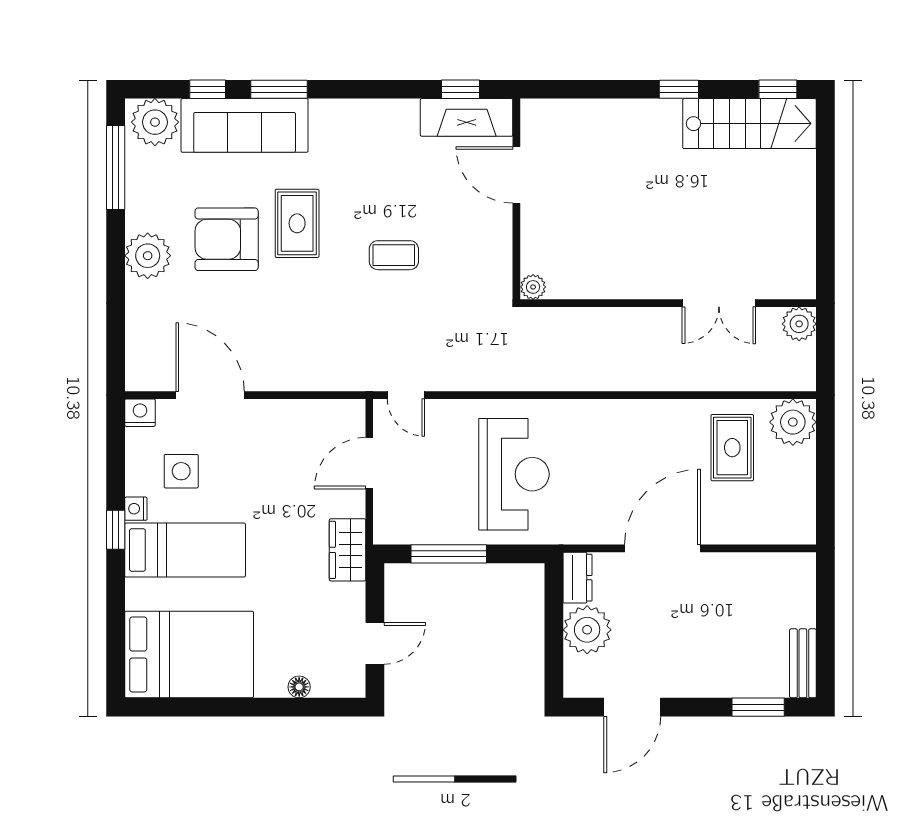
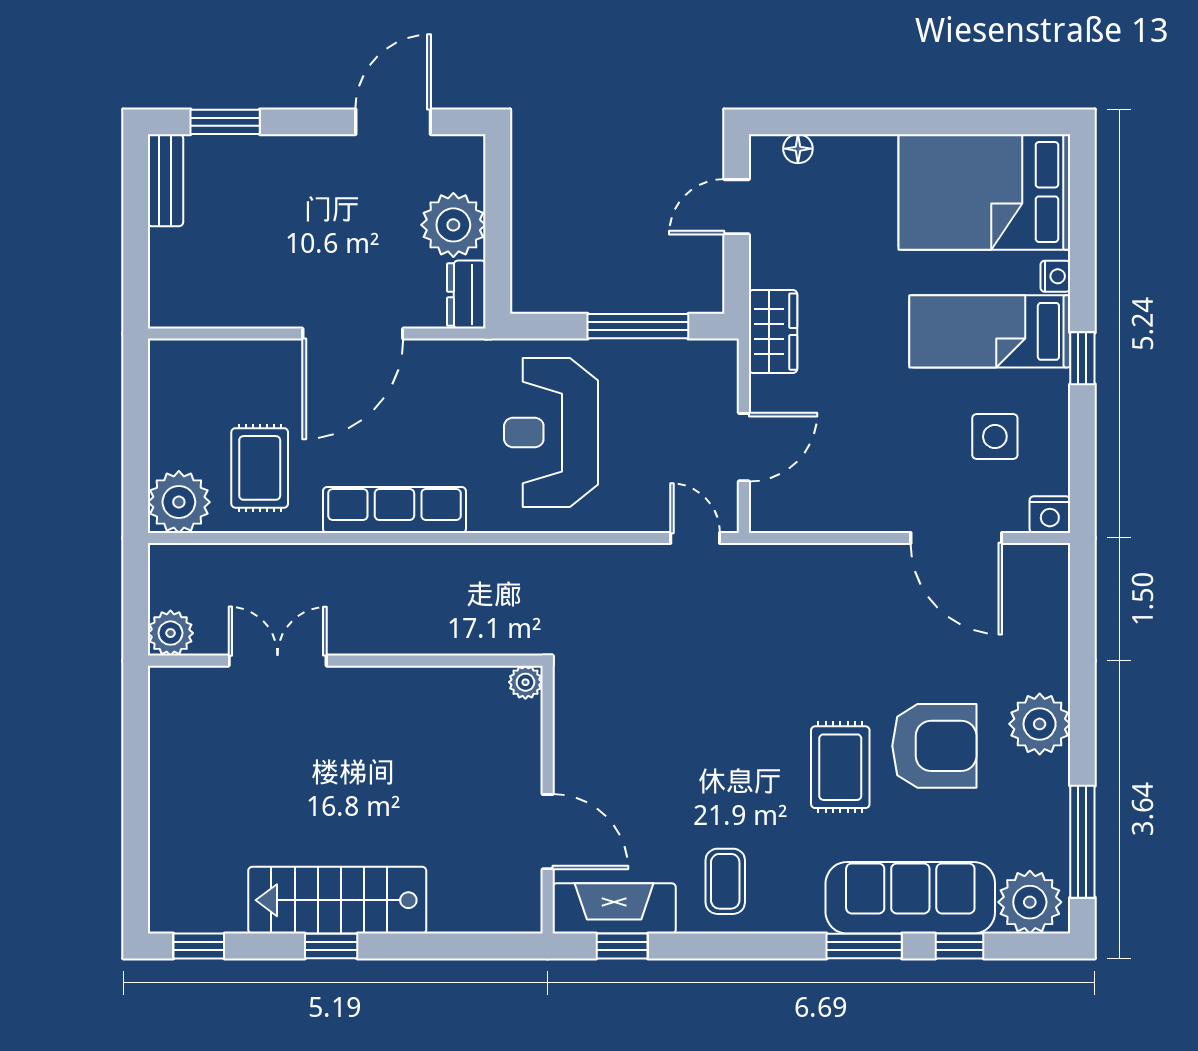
stairs: (749, 124) -> (337, 900), moved
coffee table: (394, 255) -> (725, 881), moved, turned 90
row of seats: (631, 416) -> (394, 510), added
nightstand: (136, 509) -> (1055, 276), moved
floor lamp: (299, 687) -> (798, 149), moved

